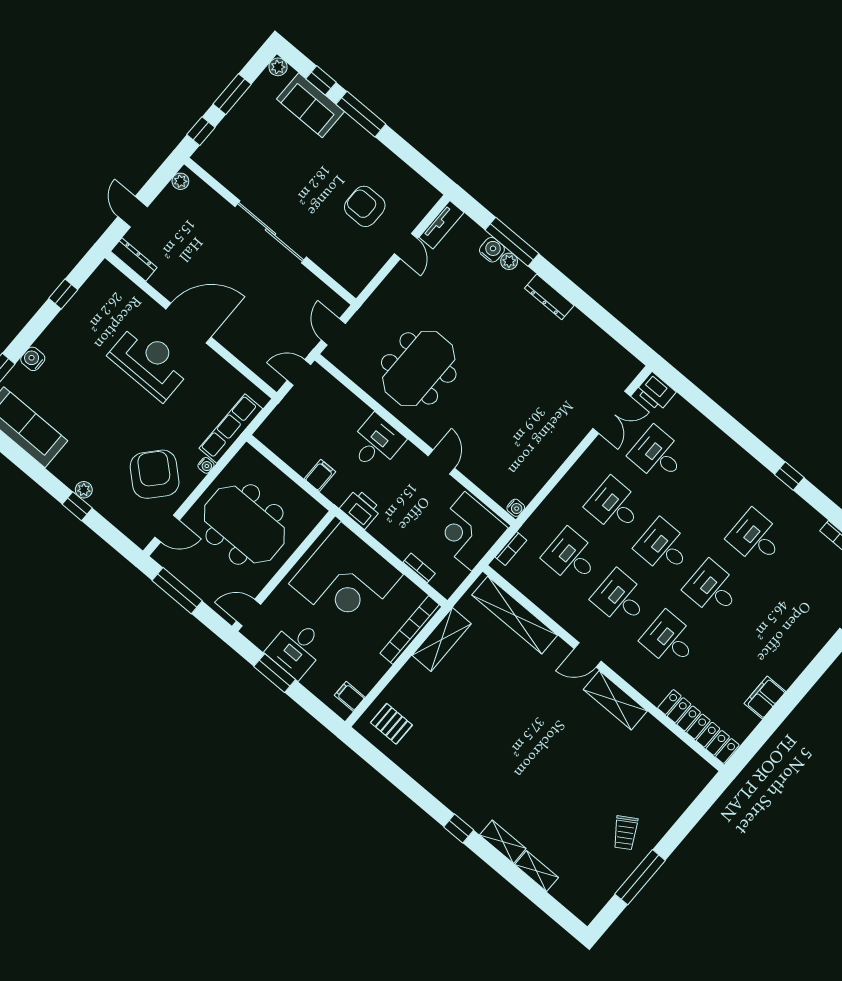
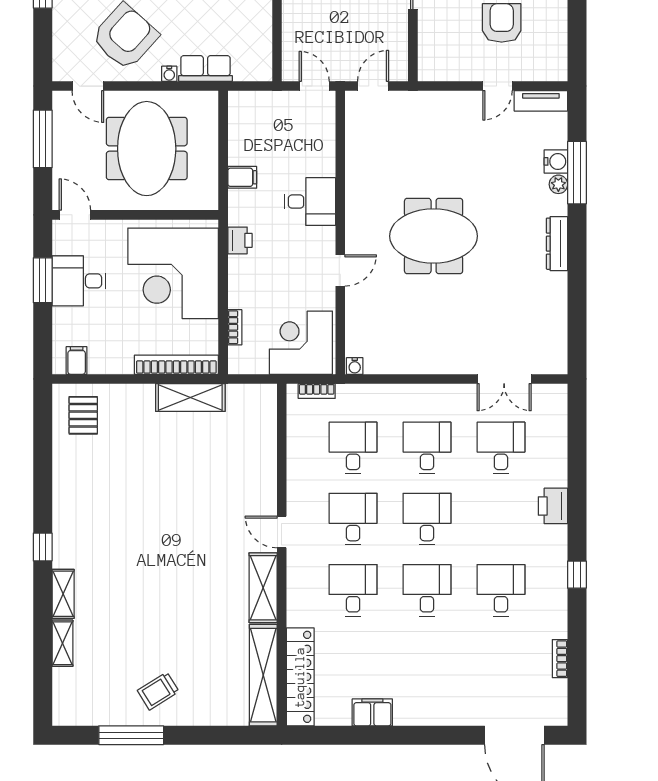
meeting table: (419, 368) -> (434, 236), moved
printer: (656, 392) -> (553, 506), moved
row of seats: (231, 428) -> (205, 68), width x0.68
printer: (361, 509) -> (240, 240), width x0.73, depth x0.81
shelving: (515, 615) -> (263, 675), moved

